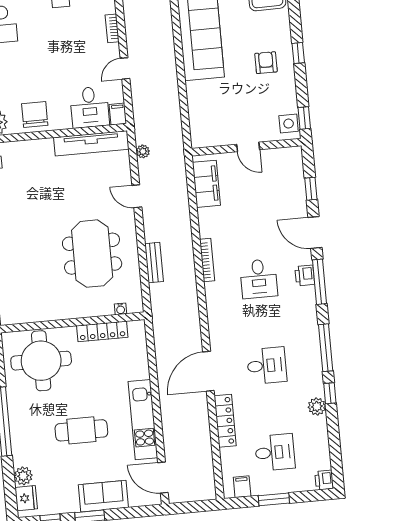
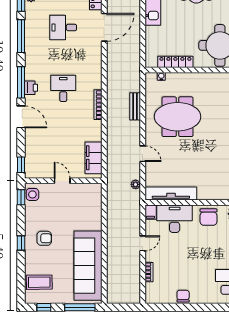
armchair: (266, 63) -> (44, 238), turned -90
desk: (90, 107) -> (175, 219), width x1.37
window: (311, 189) -> (21, 165), moved
meeting table: (92, 254) -> (178, 117), turned 90

